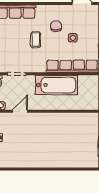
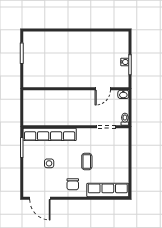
chair: (56, 26) -> (73, 184), moved
bathtub: (56, 85) -> (66, 115), removed

